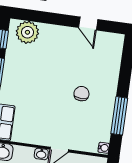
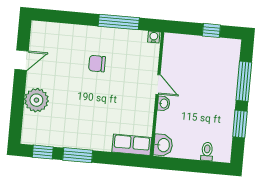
plant: (27, 32) -> (36, 100), moved

